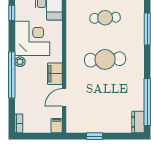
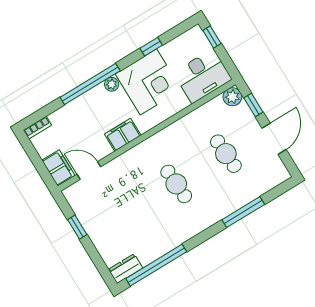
window: (12, 13) -> (151, 47), moved
cafe table: (105, 59) -> (176, 184), width x0.73, depth x0.74
door: (64, 97) -> (89, 170), moved
filing cabinet: (57, 126) -> (58, 168), width x2.00

